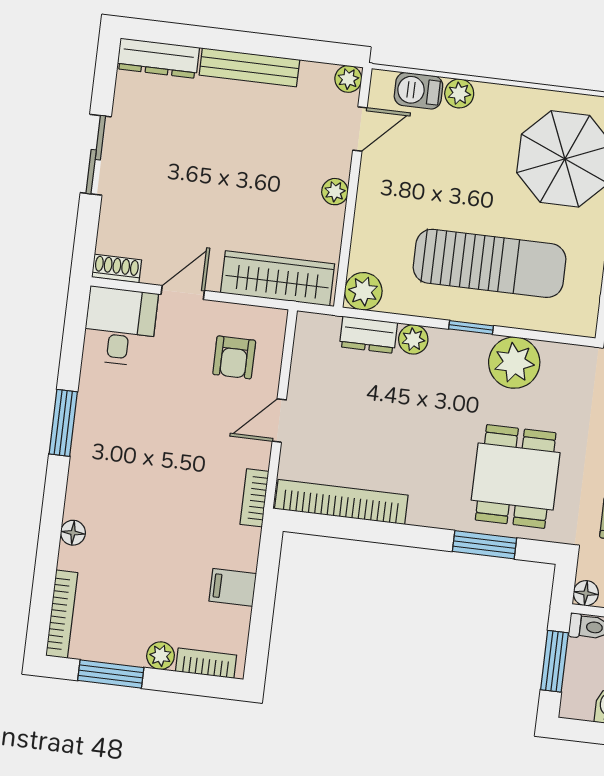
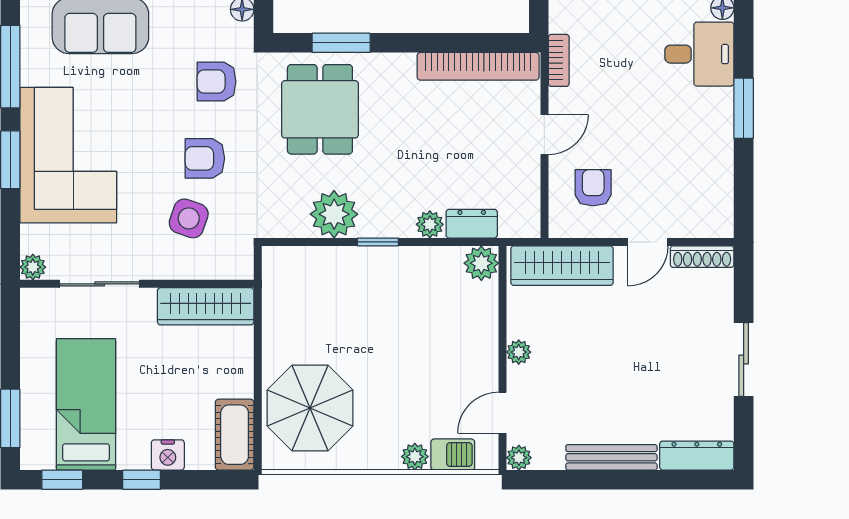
sun lounger: (490, 263) -> (368, 303), removed
shoe rack: (117, 269) -> (702, 257), width x1.43
desk: (120, 327) -> (699, 54), moved, turned -90

